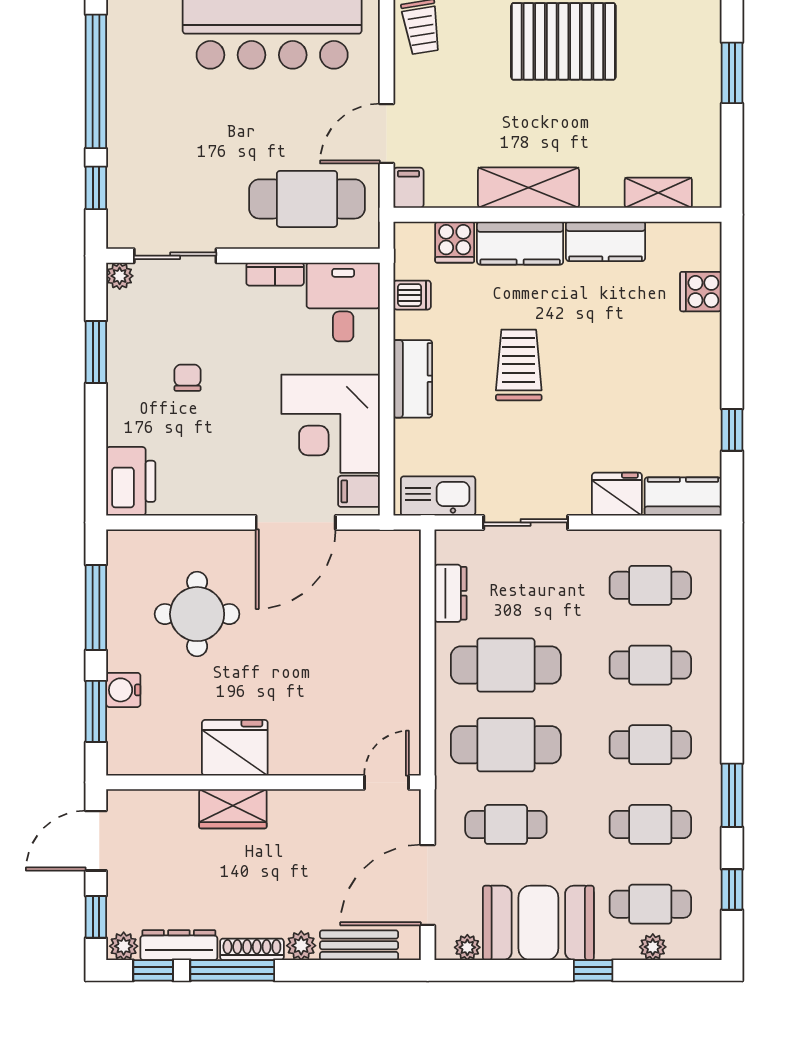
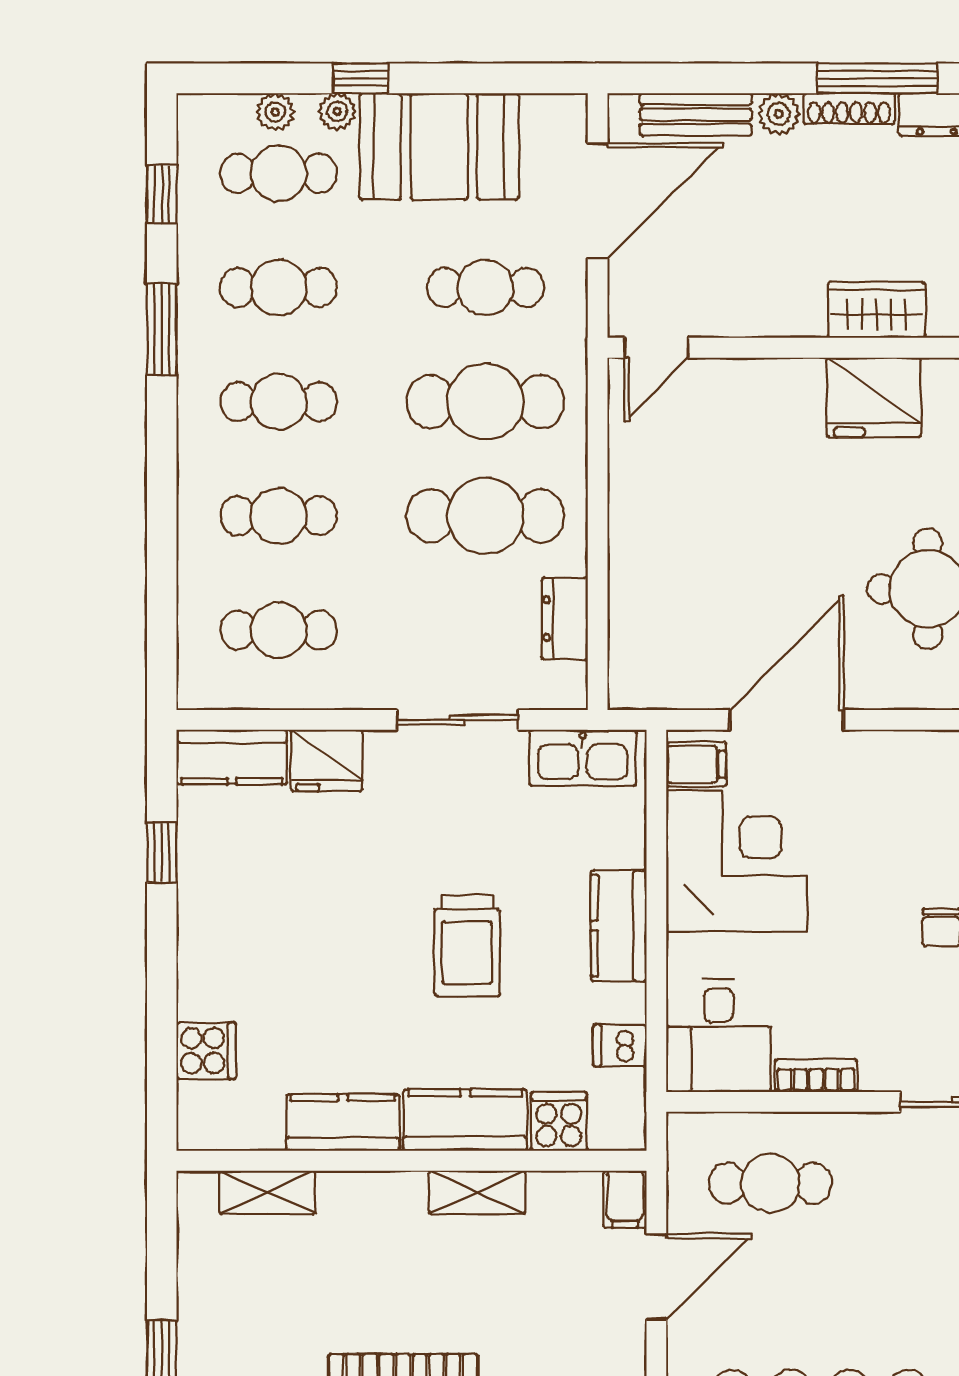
shelving: (529, 188) -> (477, 1192), width x0.67, depth x0.75
cafe table: (307, 199) -> (770, 1183), width x0.73, depth x0.74
plant: (467, 947) -> (337, 111), moved

